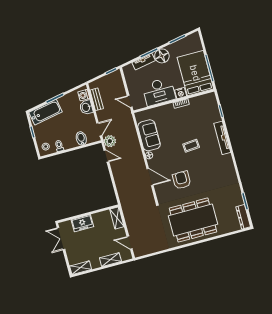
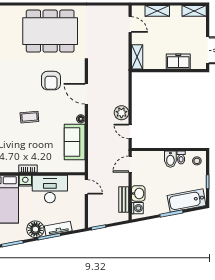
bidet: (81, 138) -> (170, 159), moved
plant: (110, 141) -> (121, 113), moved

